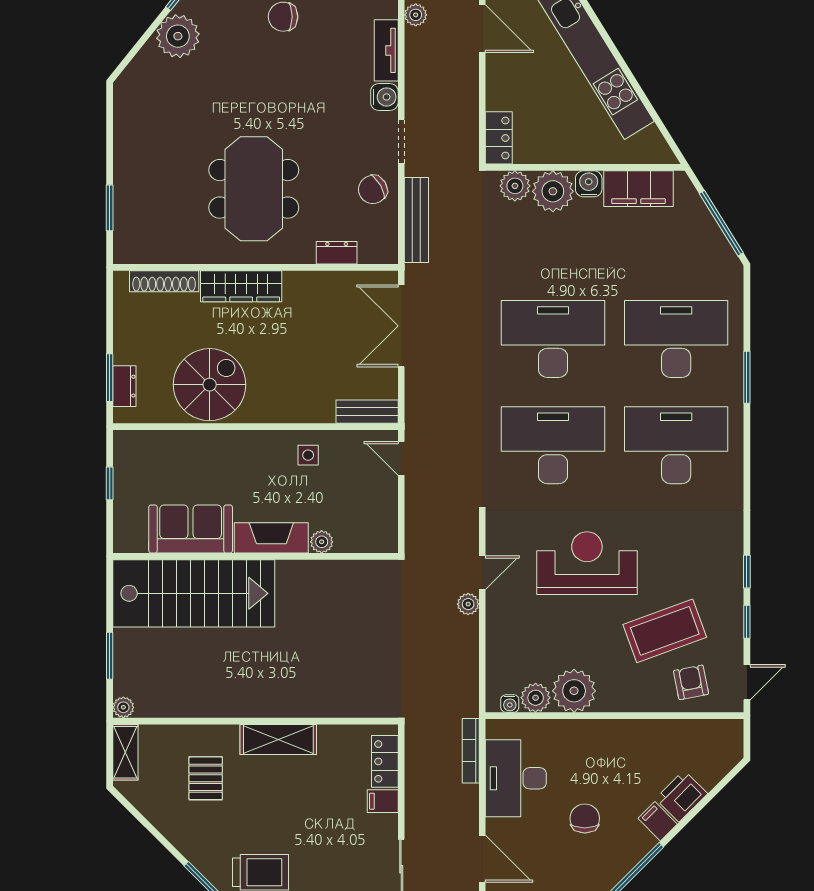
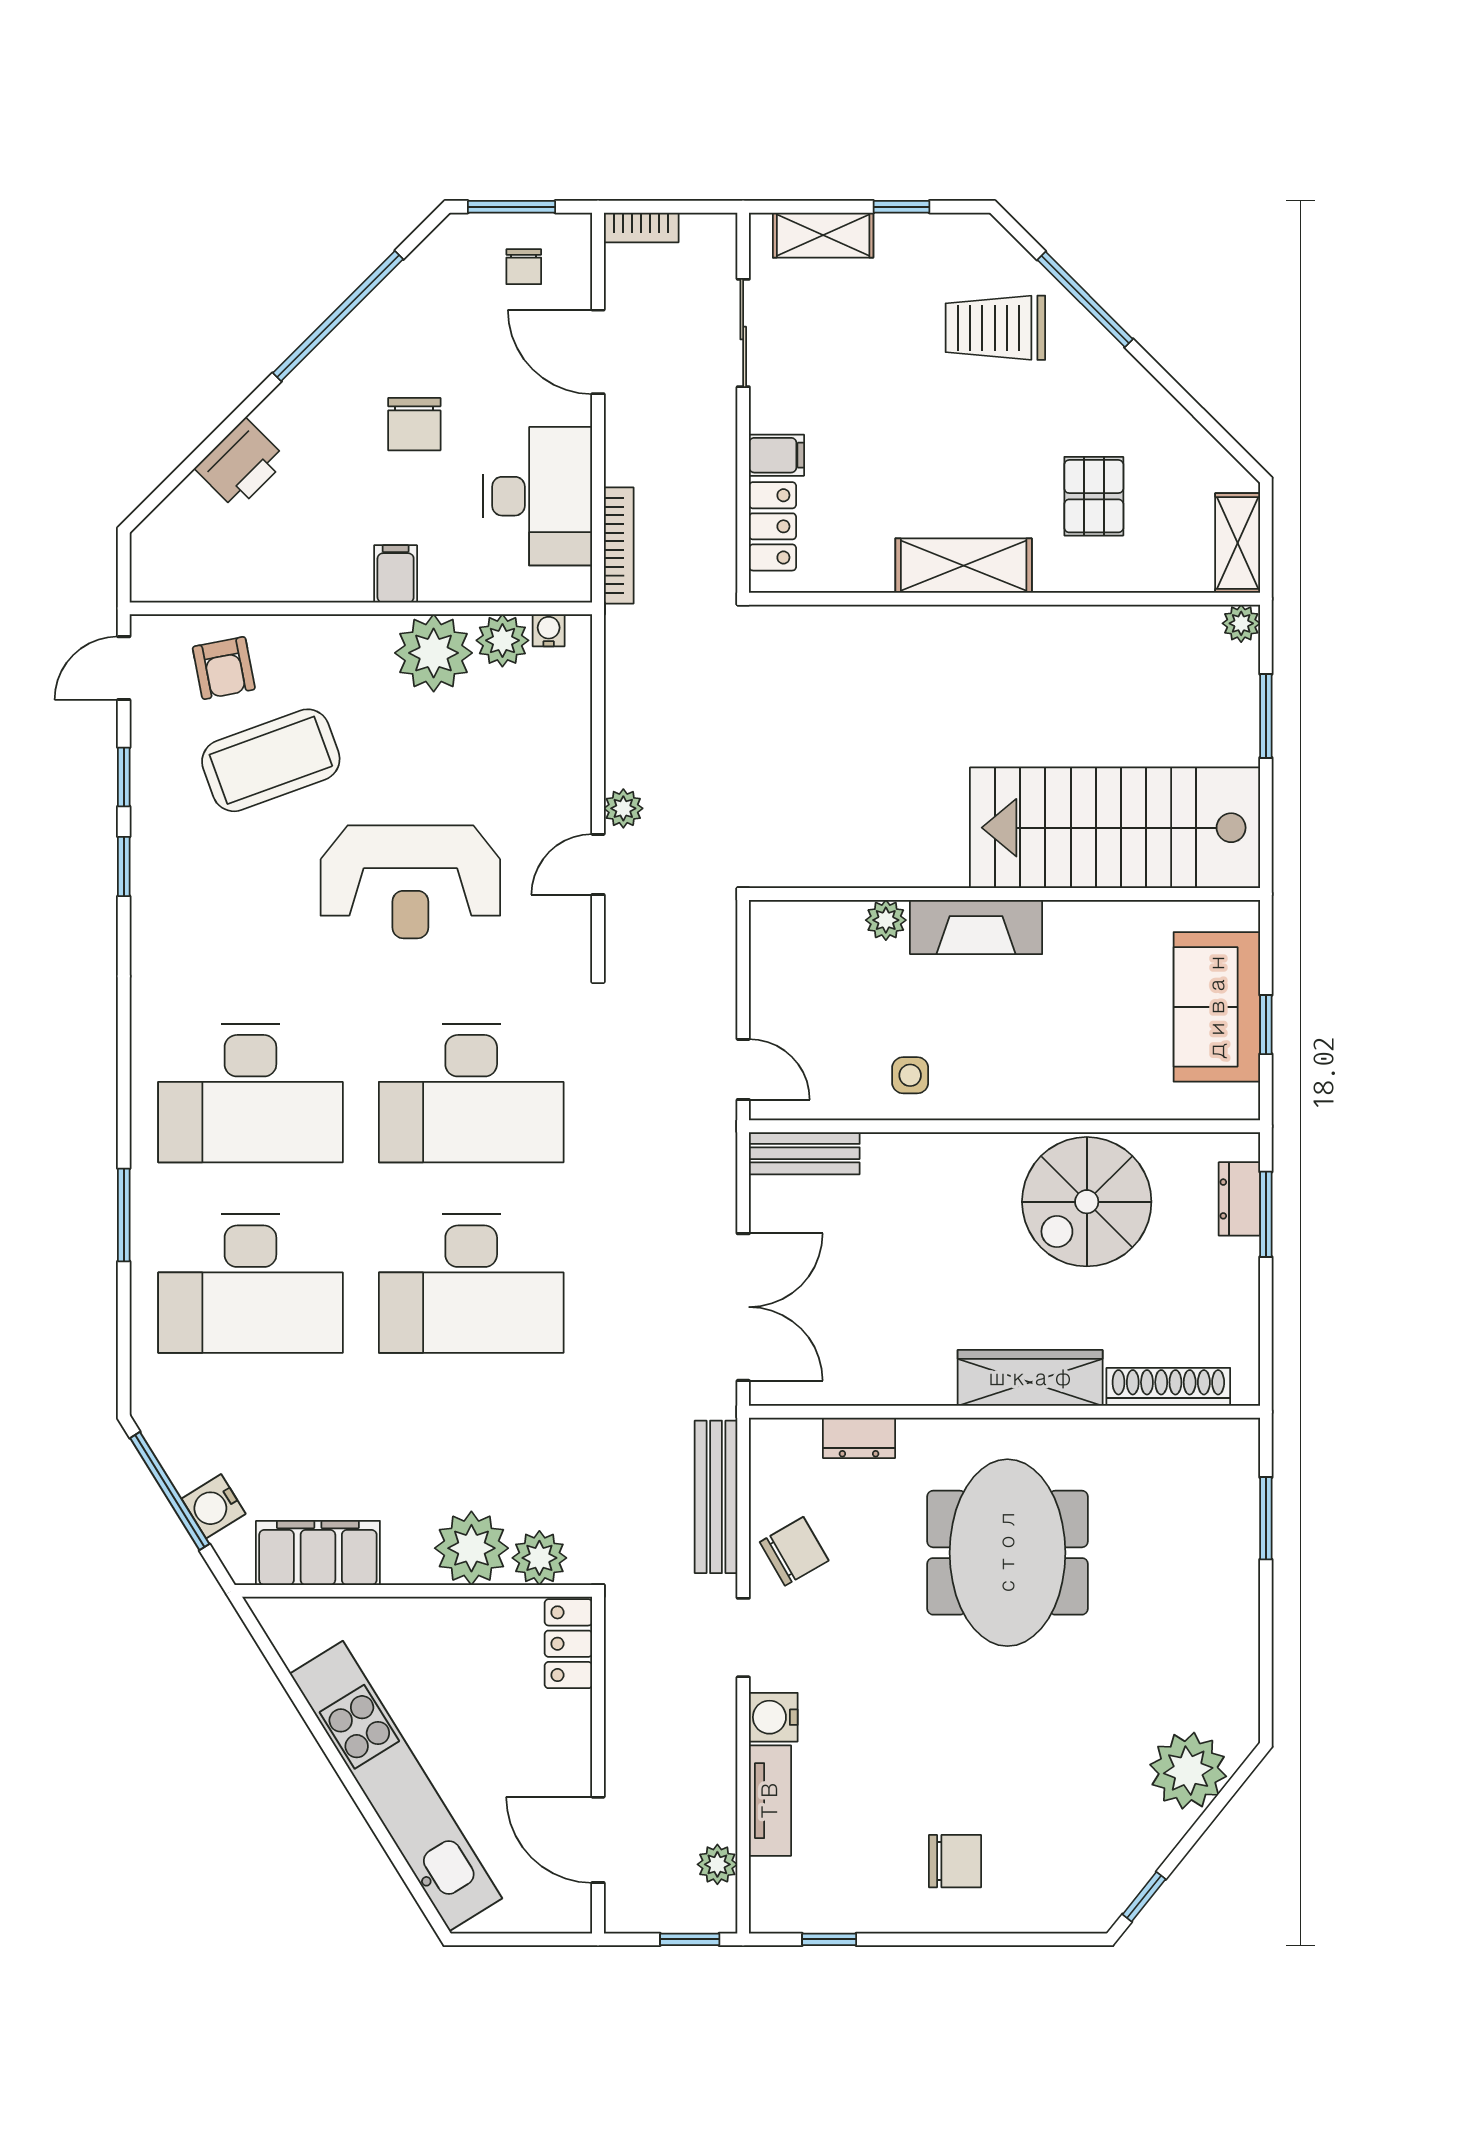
plant: (178, 36) -> (1188, 1771), moved
water cooler: (589, 184) -> (214, 1506), moved, turned 58
sofa: (191, 529) -> (1217, 1007), moved, turned 90
filing cabinet: (658, 821) -> (396, 574), moved, turned -135

